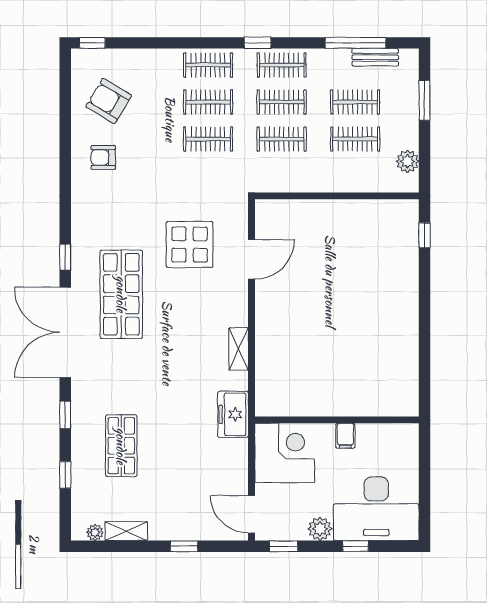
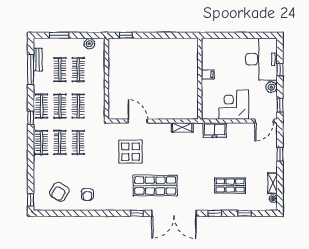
wall: (337, 420) -> (200, 79), moved
filing cabinet: (345, 436) -> (208, 75), moved

